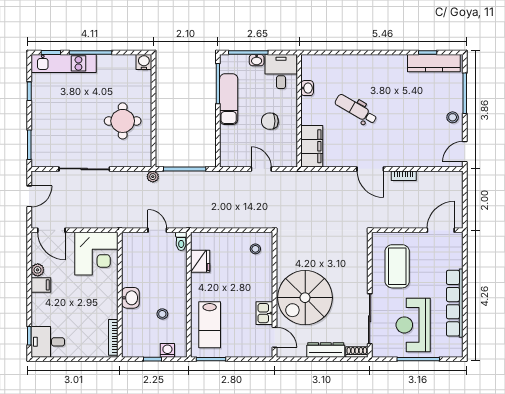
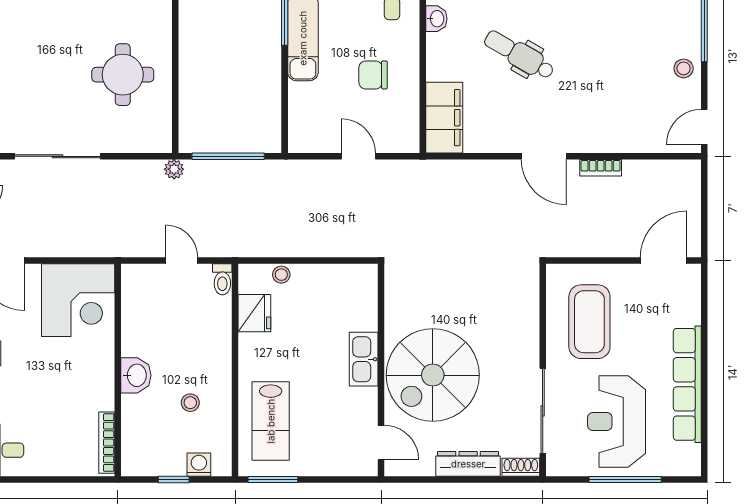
stool: (255, 249) -> (281, 275), moved
kitchen sink: (264, 313) -> (364, 359), moved, width x1.38

